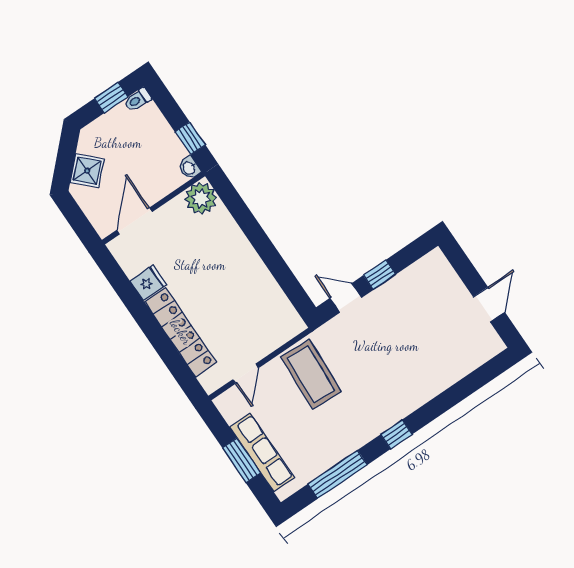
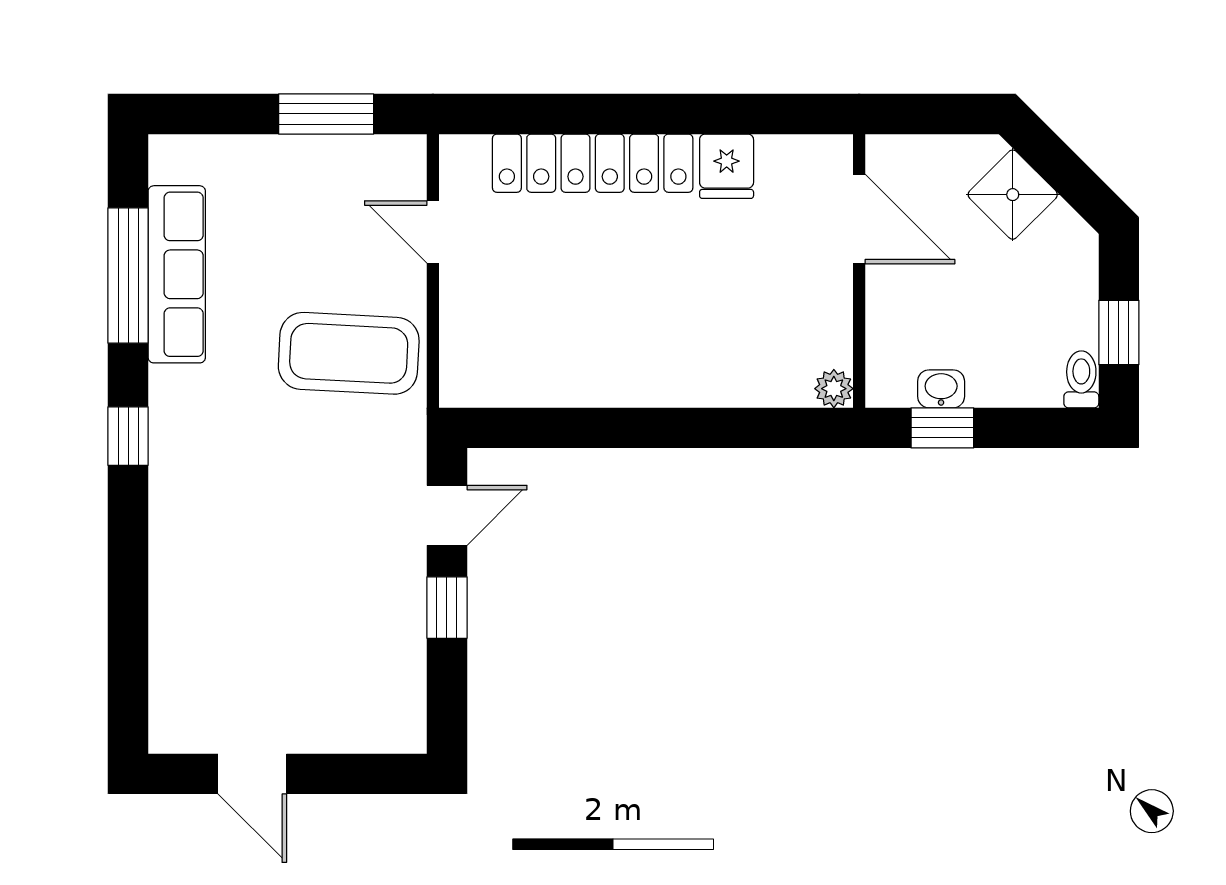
washbasin: (189, 168) -> (941, 389), moved
plant: (201, 198) -> (834, 389), width x0.53, depth x0.53
row of seats: (262, 452) -> (177, 274), moved, turned -90
window: (241, 460) -> (326, 114), moved

